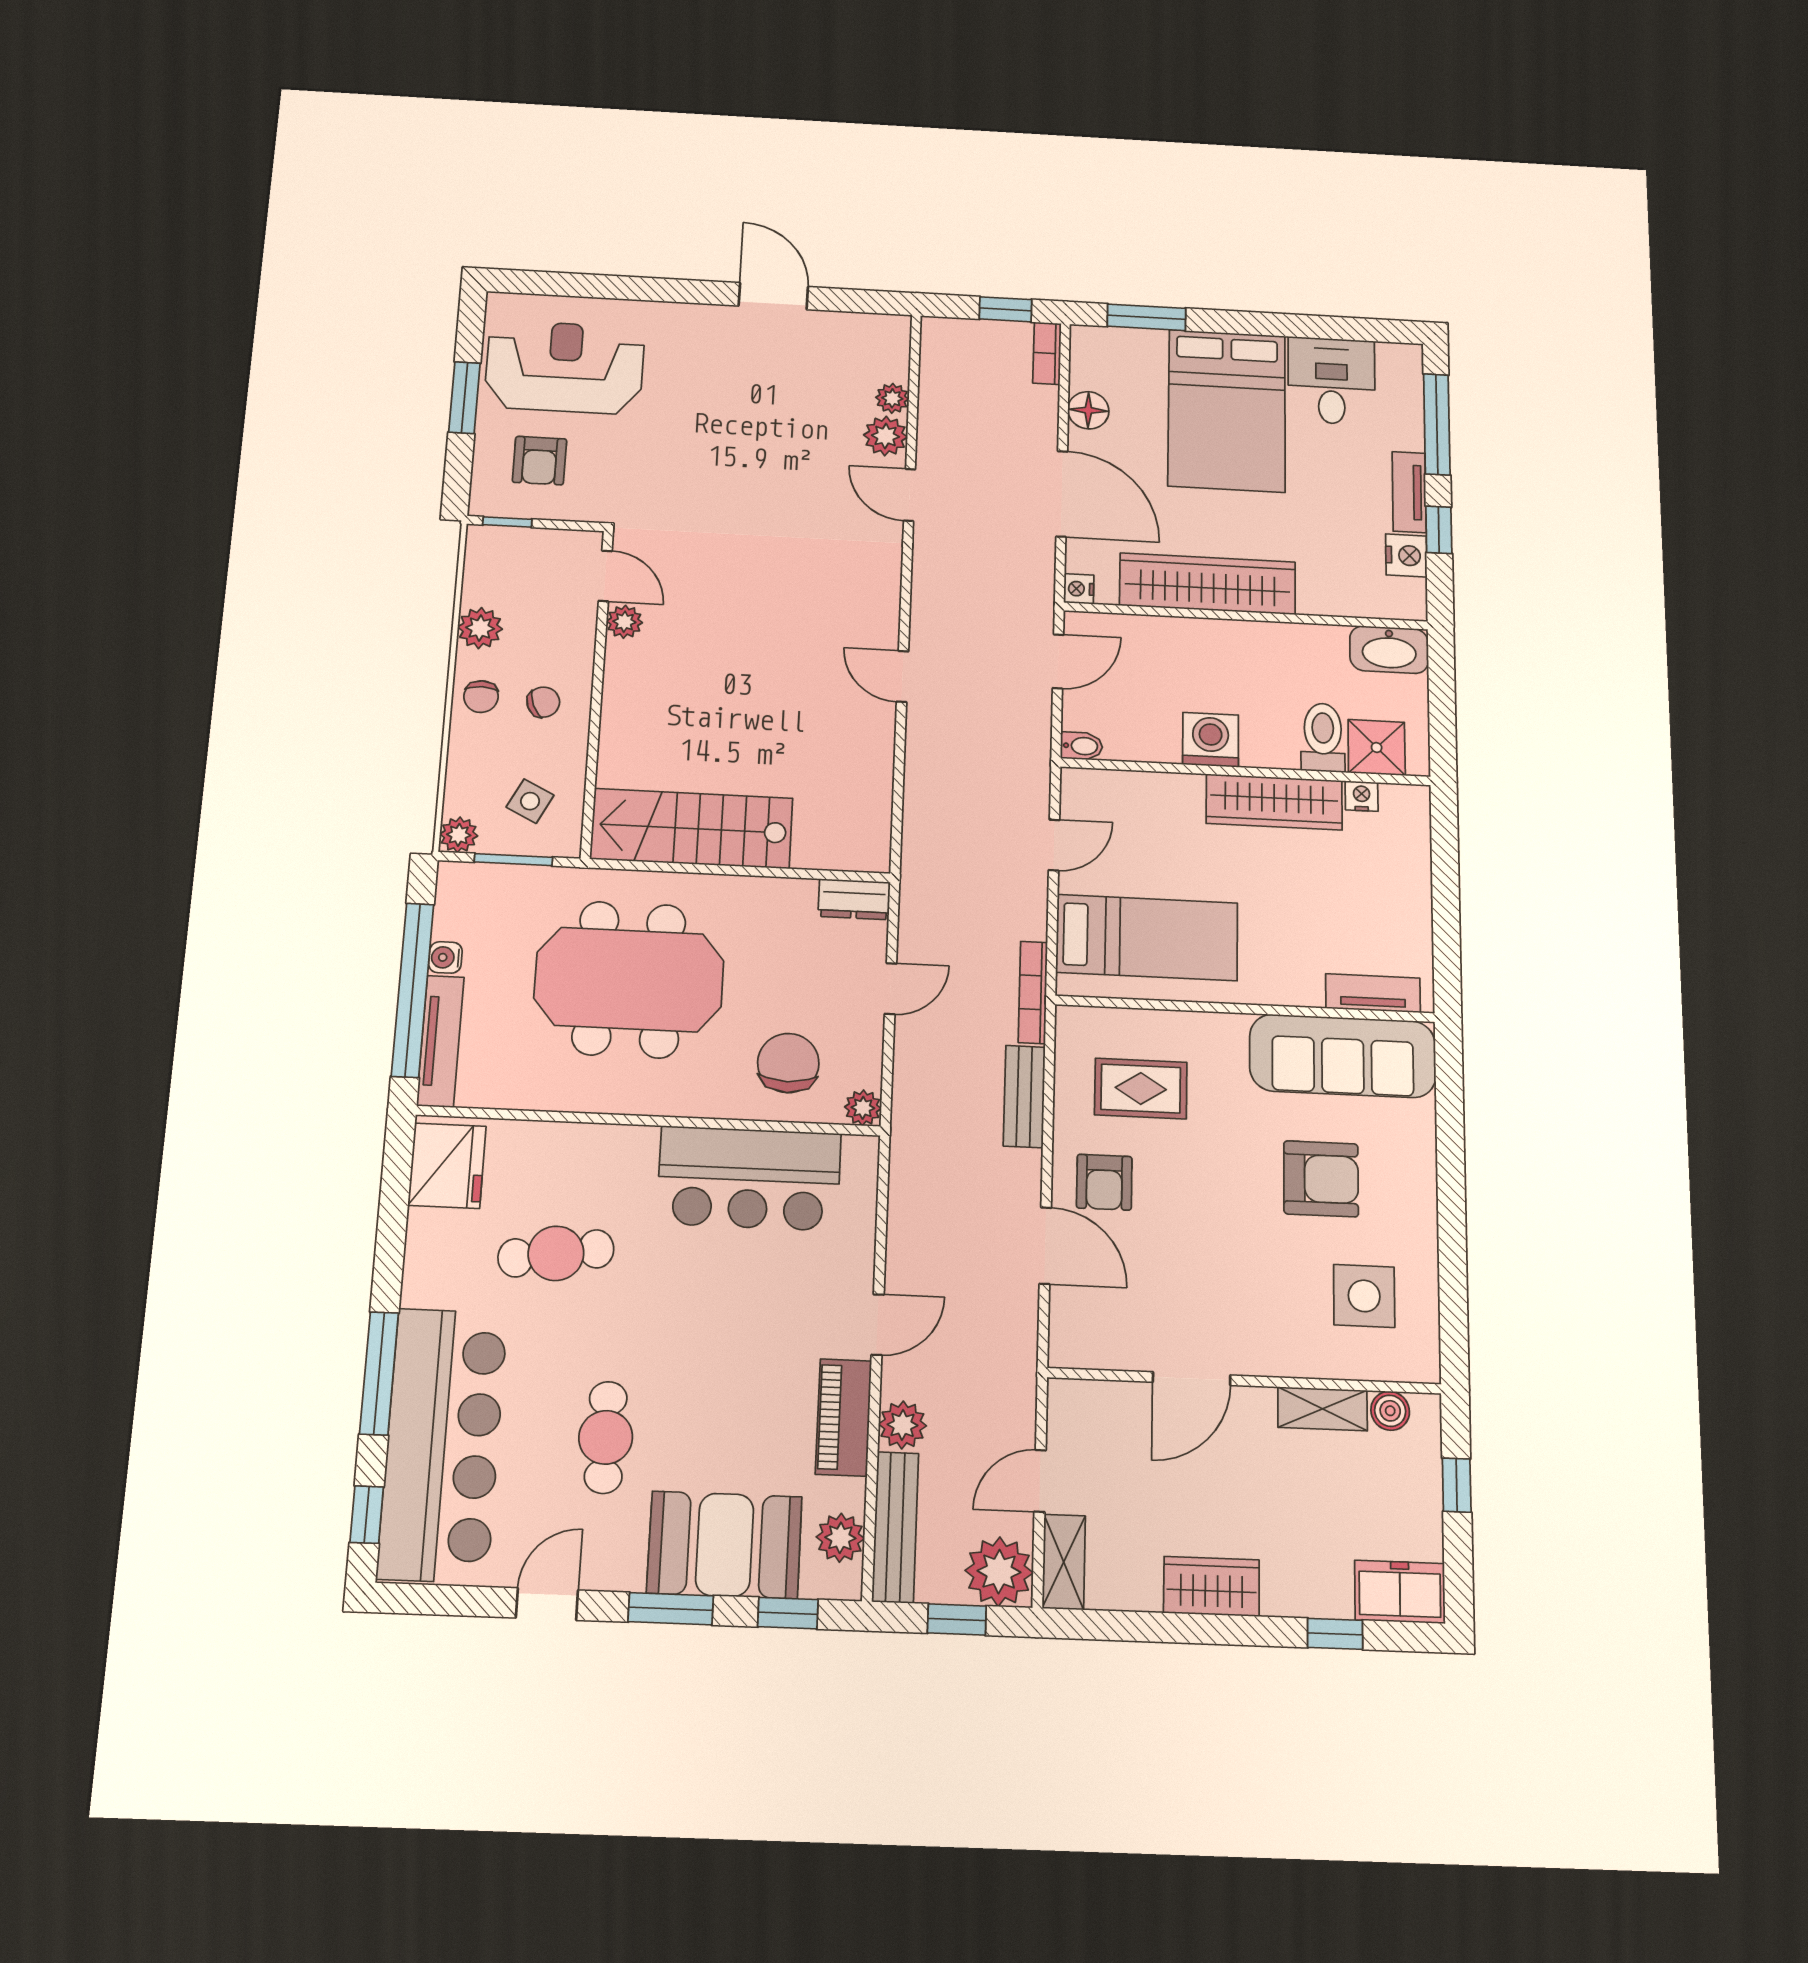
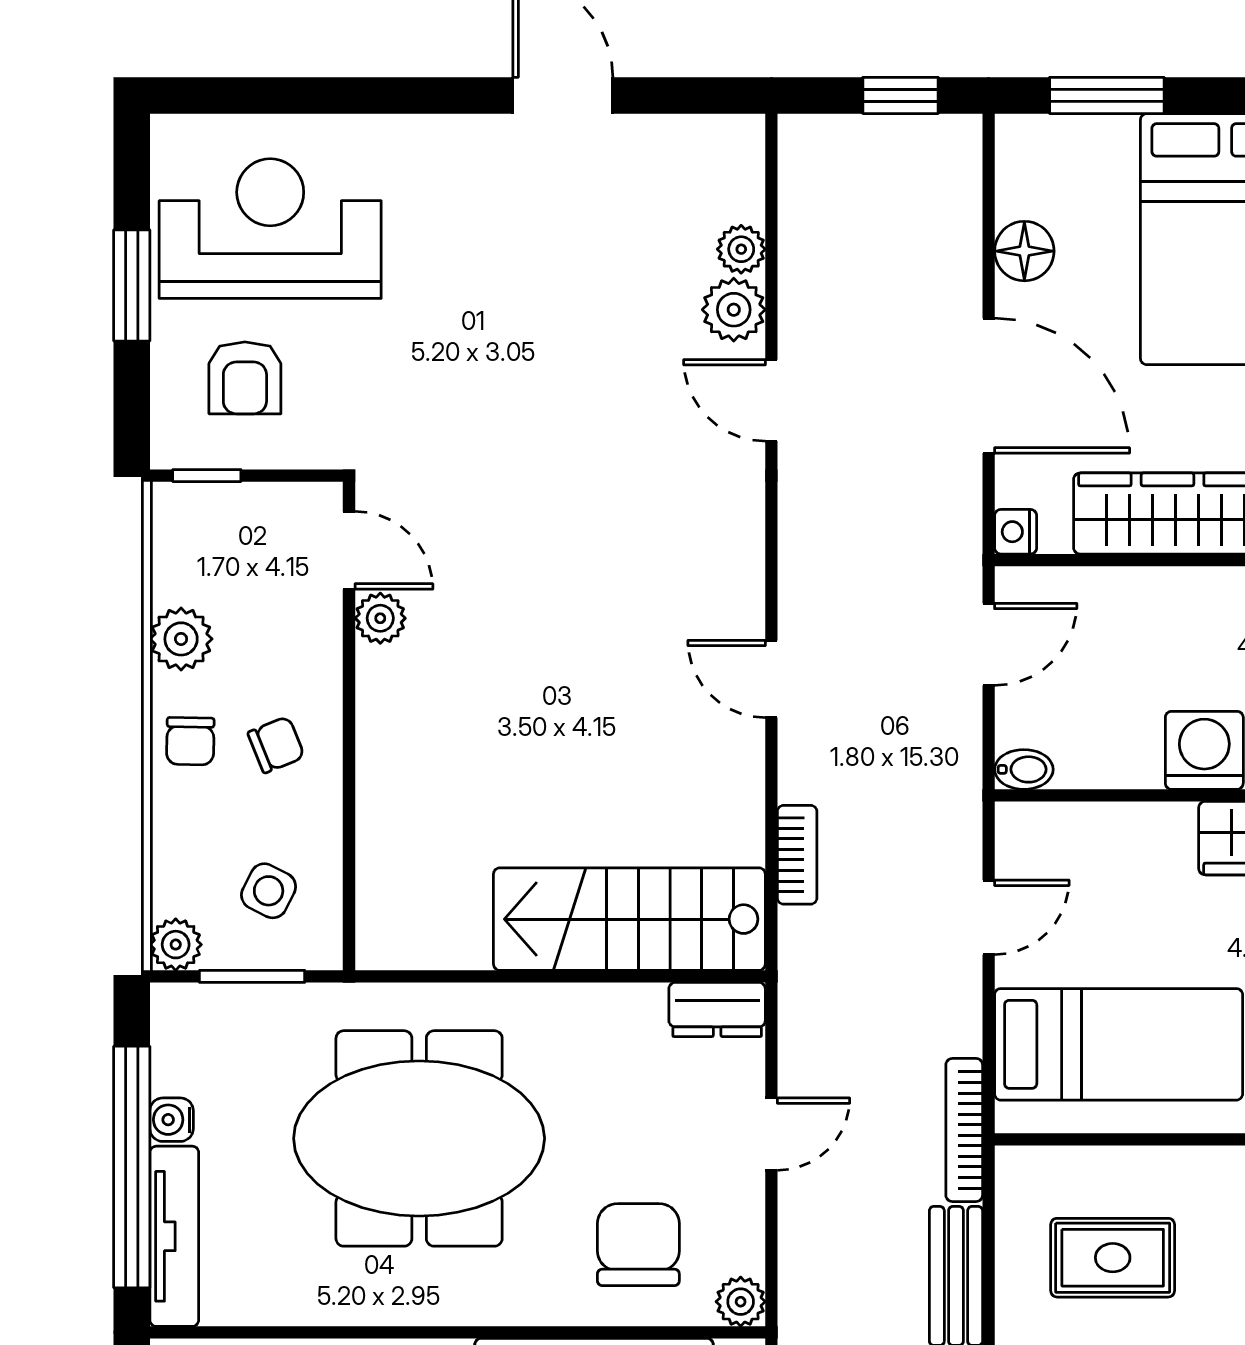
bookcase: (1047, 353) -> (797, 855), moved, turned 180
stairs: (692, 829) -> (629, 919), moved

